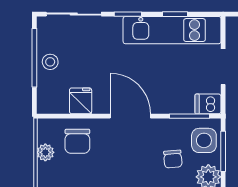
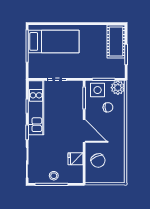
dishwasher: (208, 104) -> (77, 88), removed
door: (130, 116) -> (84, 131), swing flipped
chair: (77, 141) -> (98, 161), turned 65
plant: (45, 152) -> (104, 178), removed

